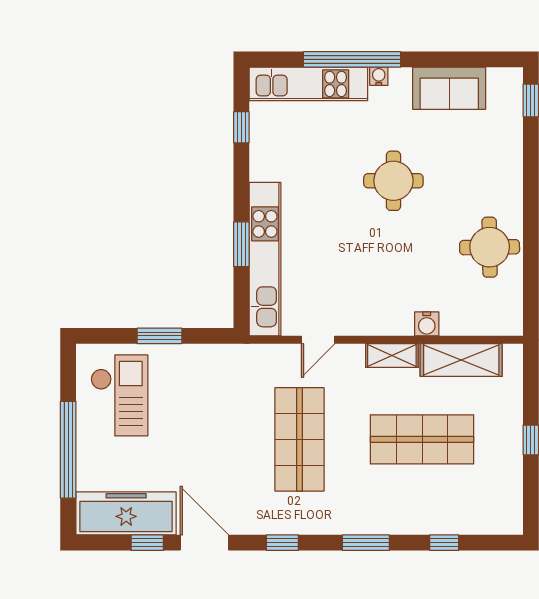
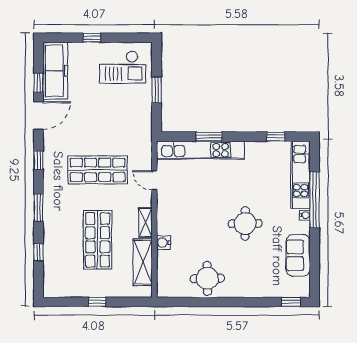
window: (68, 450) -> (92, 38), width x0.32

